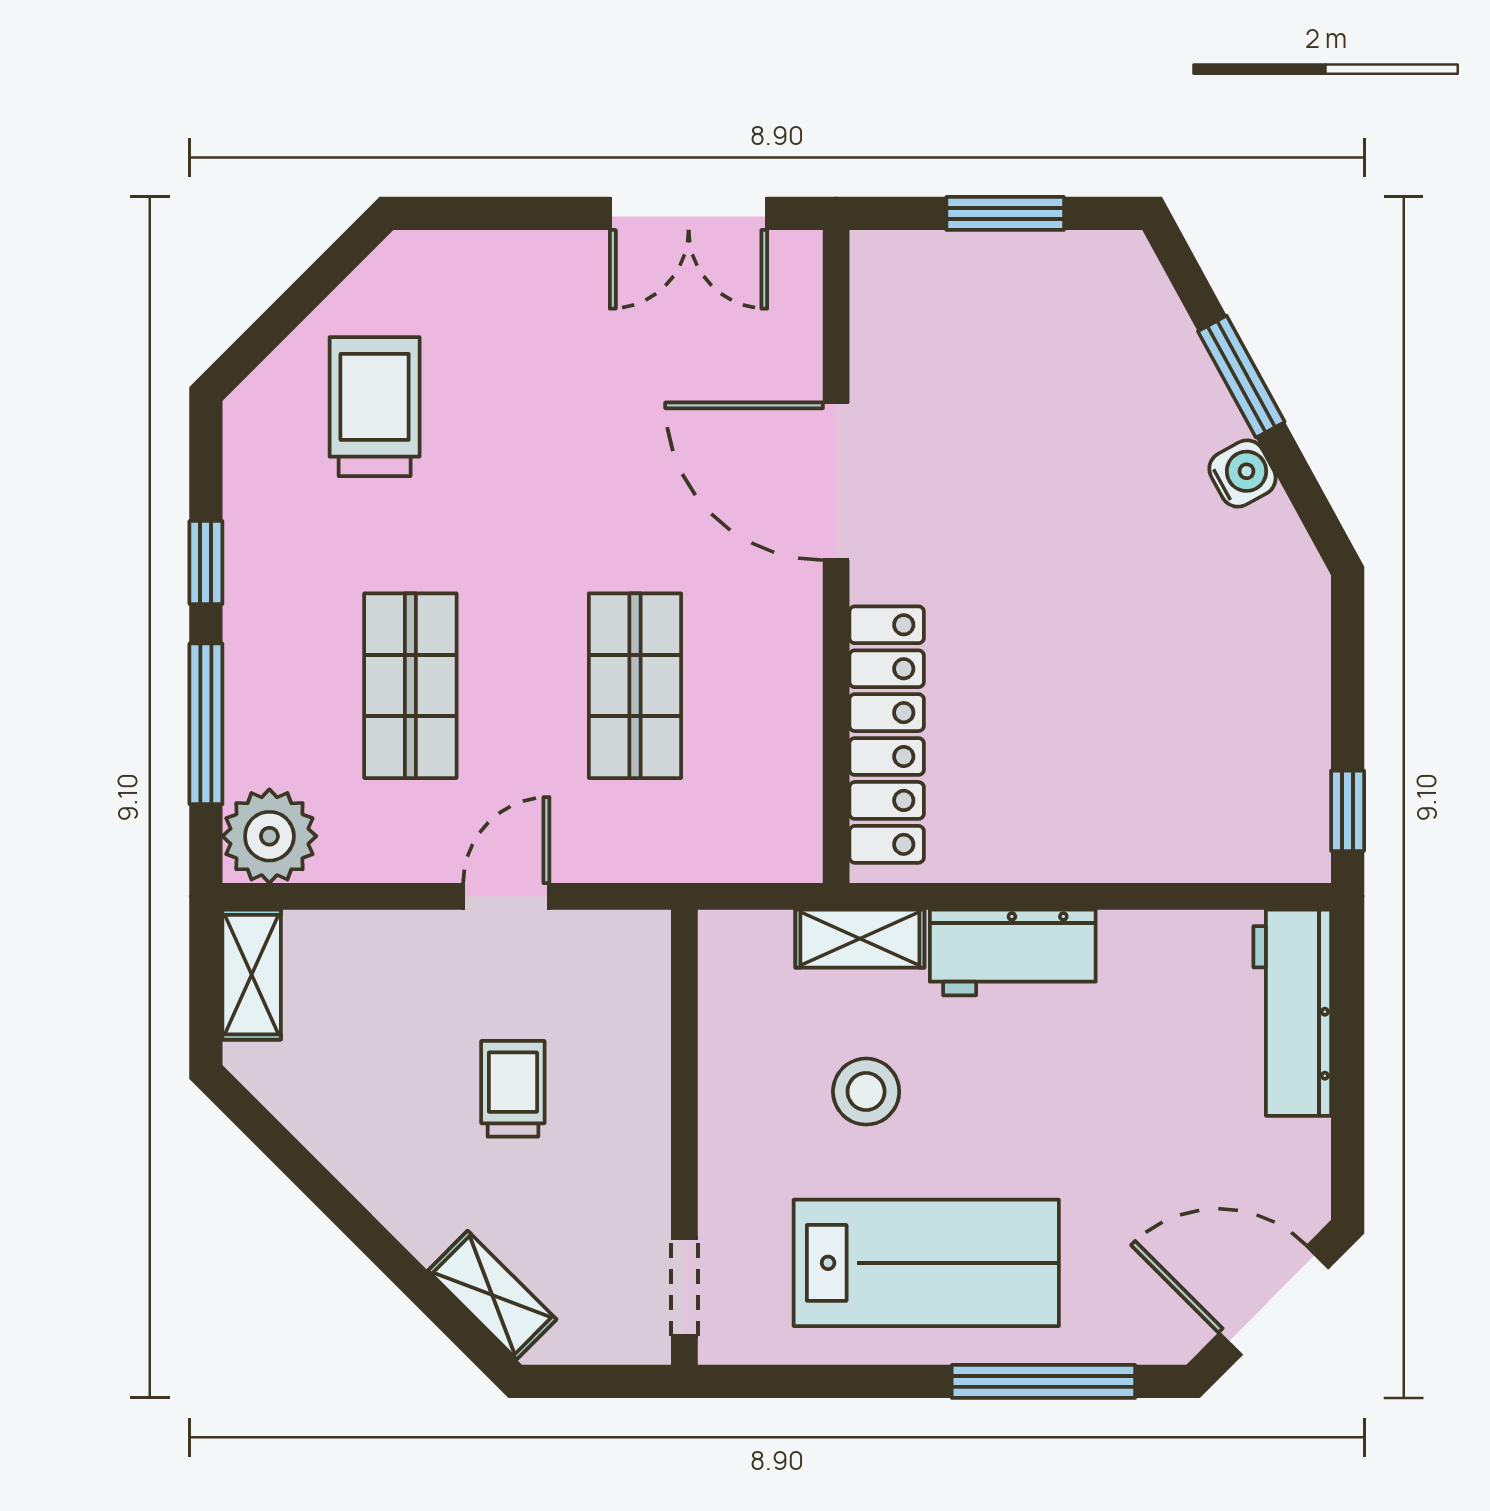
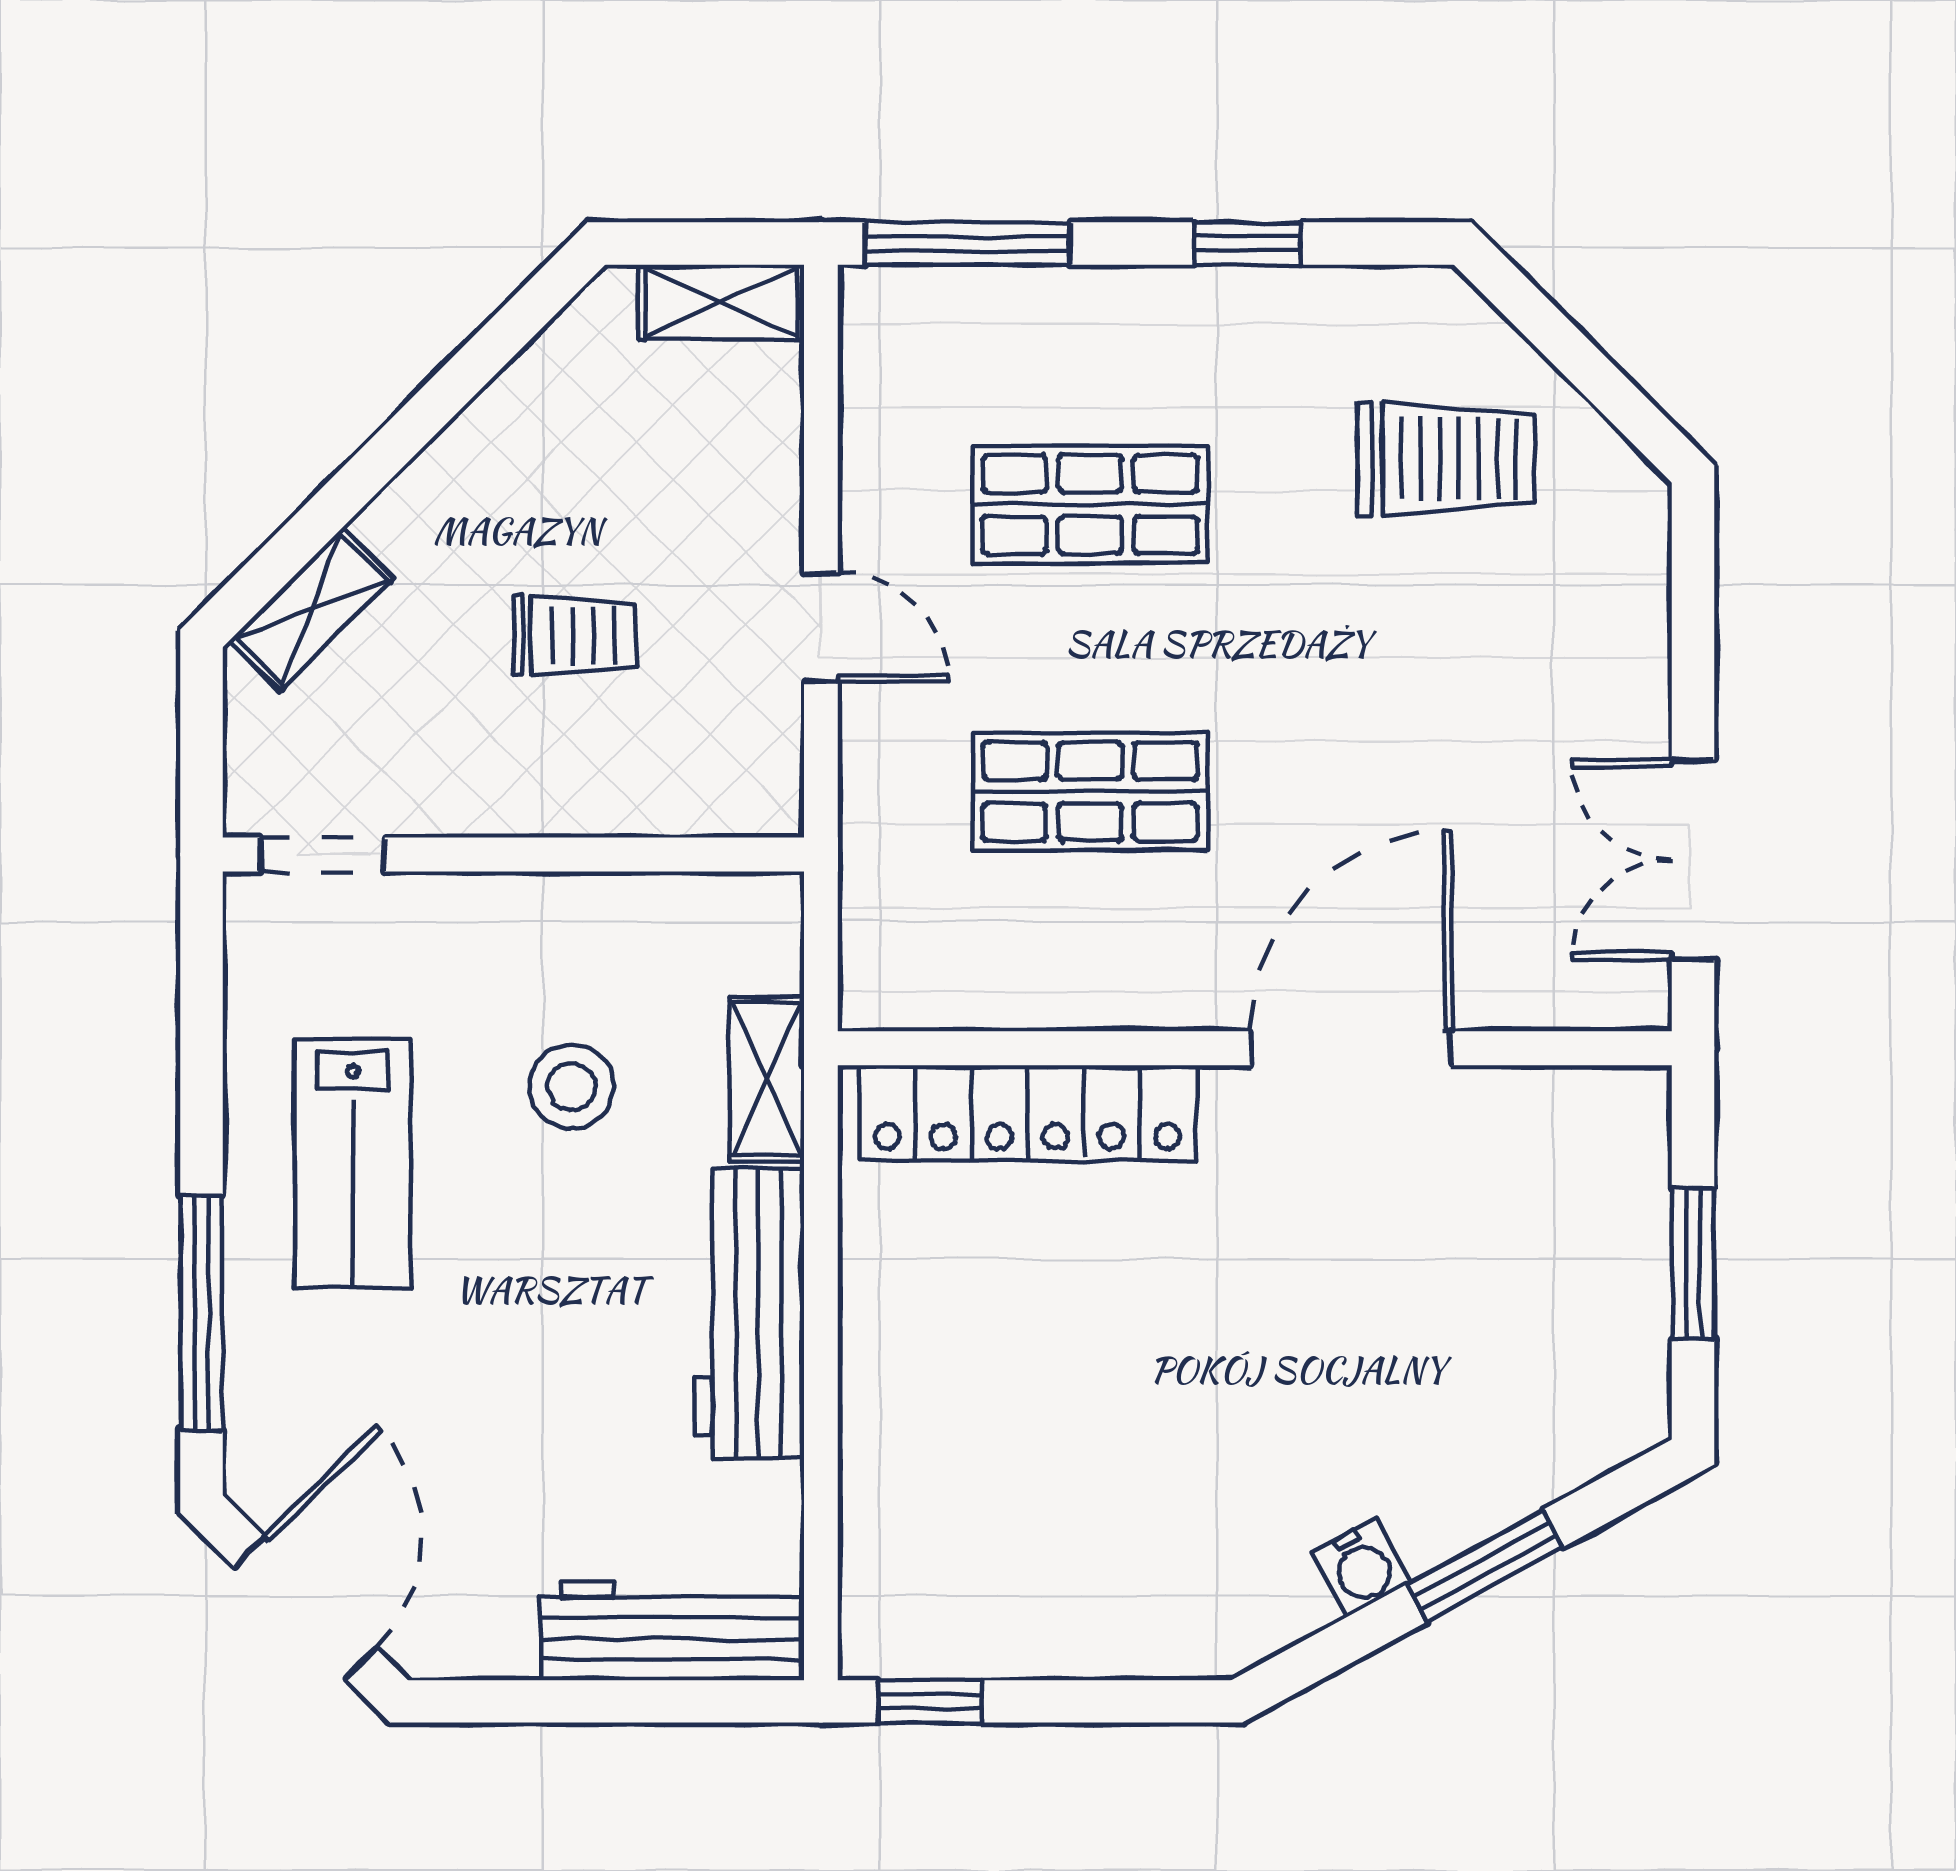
window: (206, 724) -> (967, 243), moved
plant: (269, 836) -> (898, 325), removed
workbench: (1013, 952) -> (749, 1314), width x1.38
lab bench: (926, 1263) -> (353, 1163), width x0.73, depth x0.72

